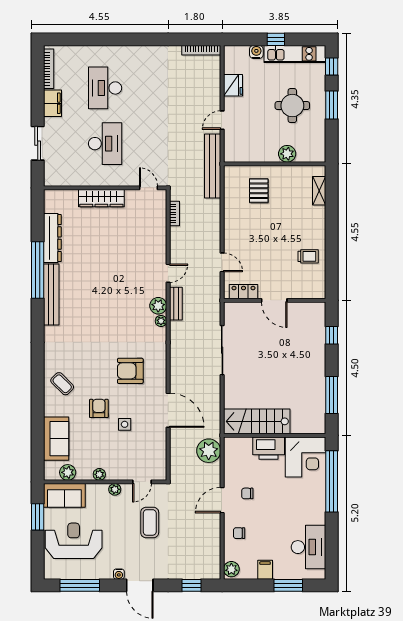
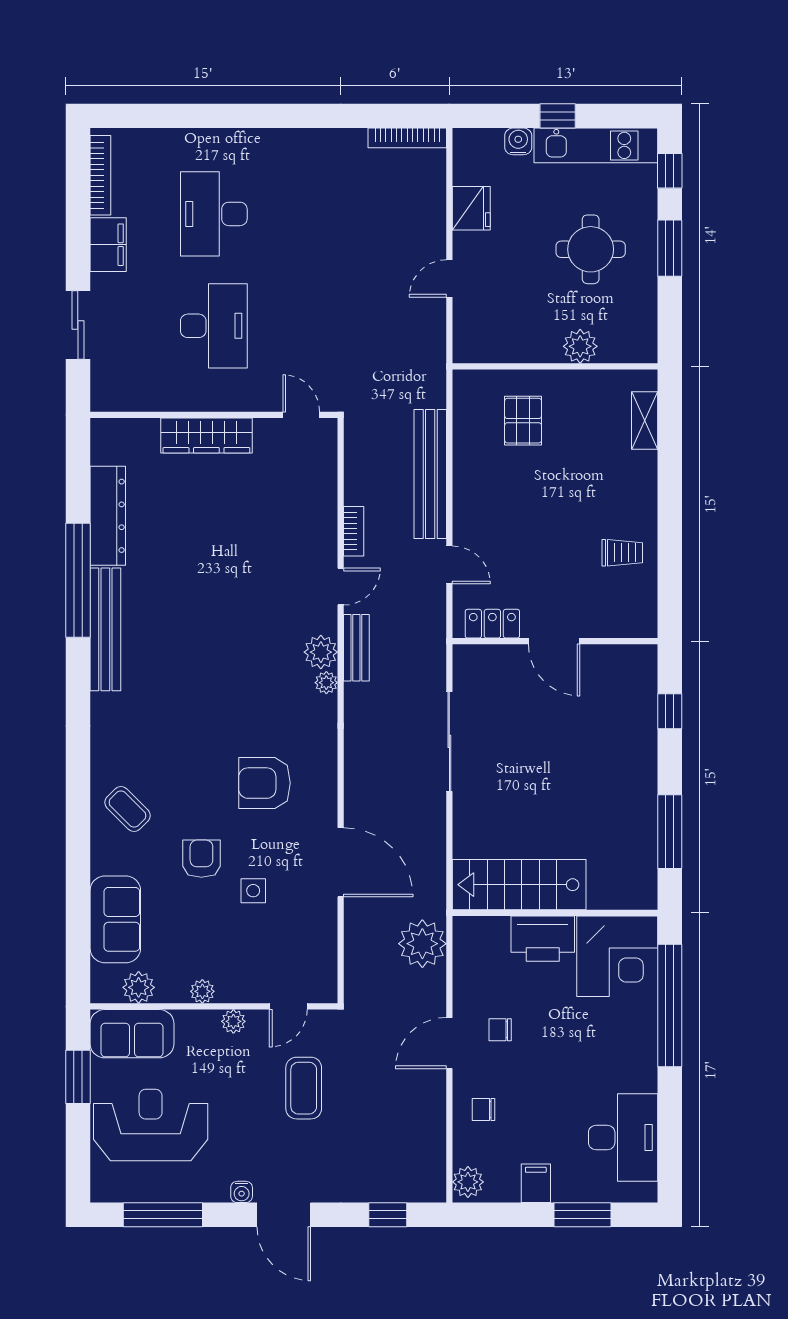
bench: (213, 166) -> (430, 474), moved
bookcase: (175, 213) -> (354, 531), moved

